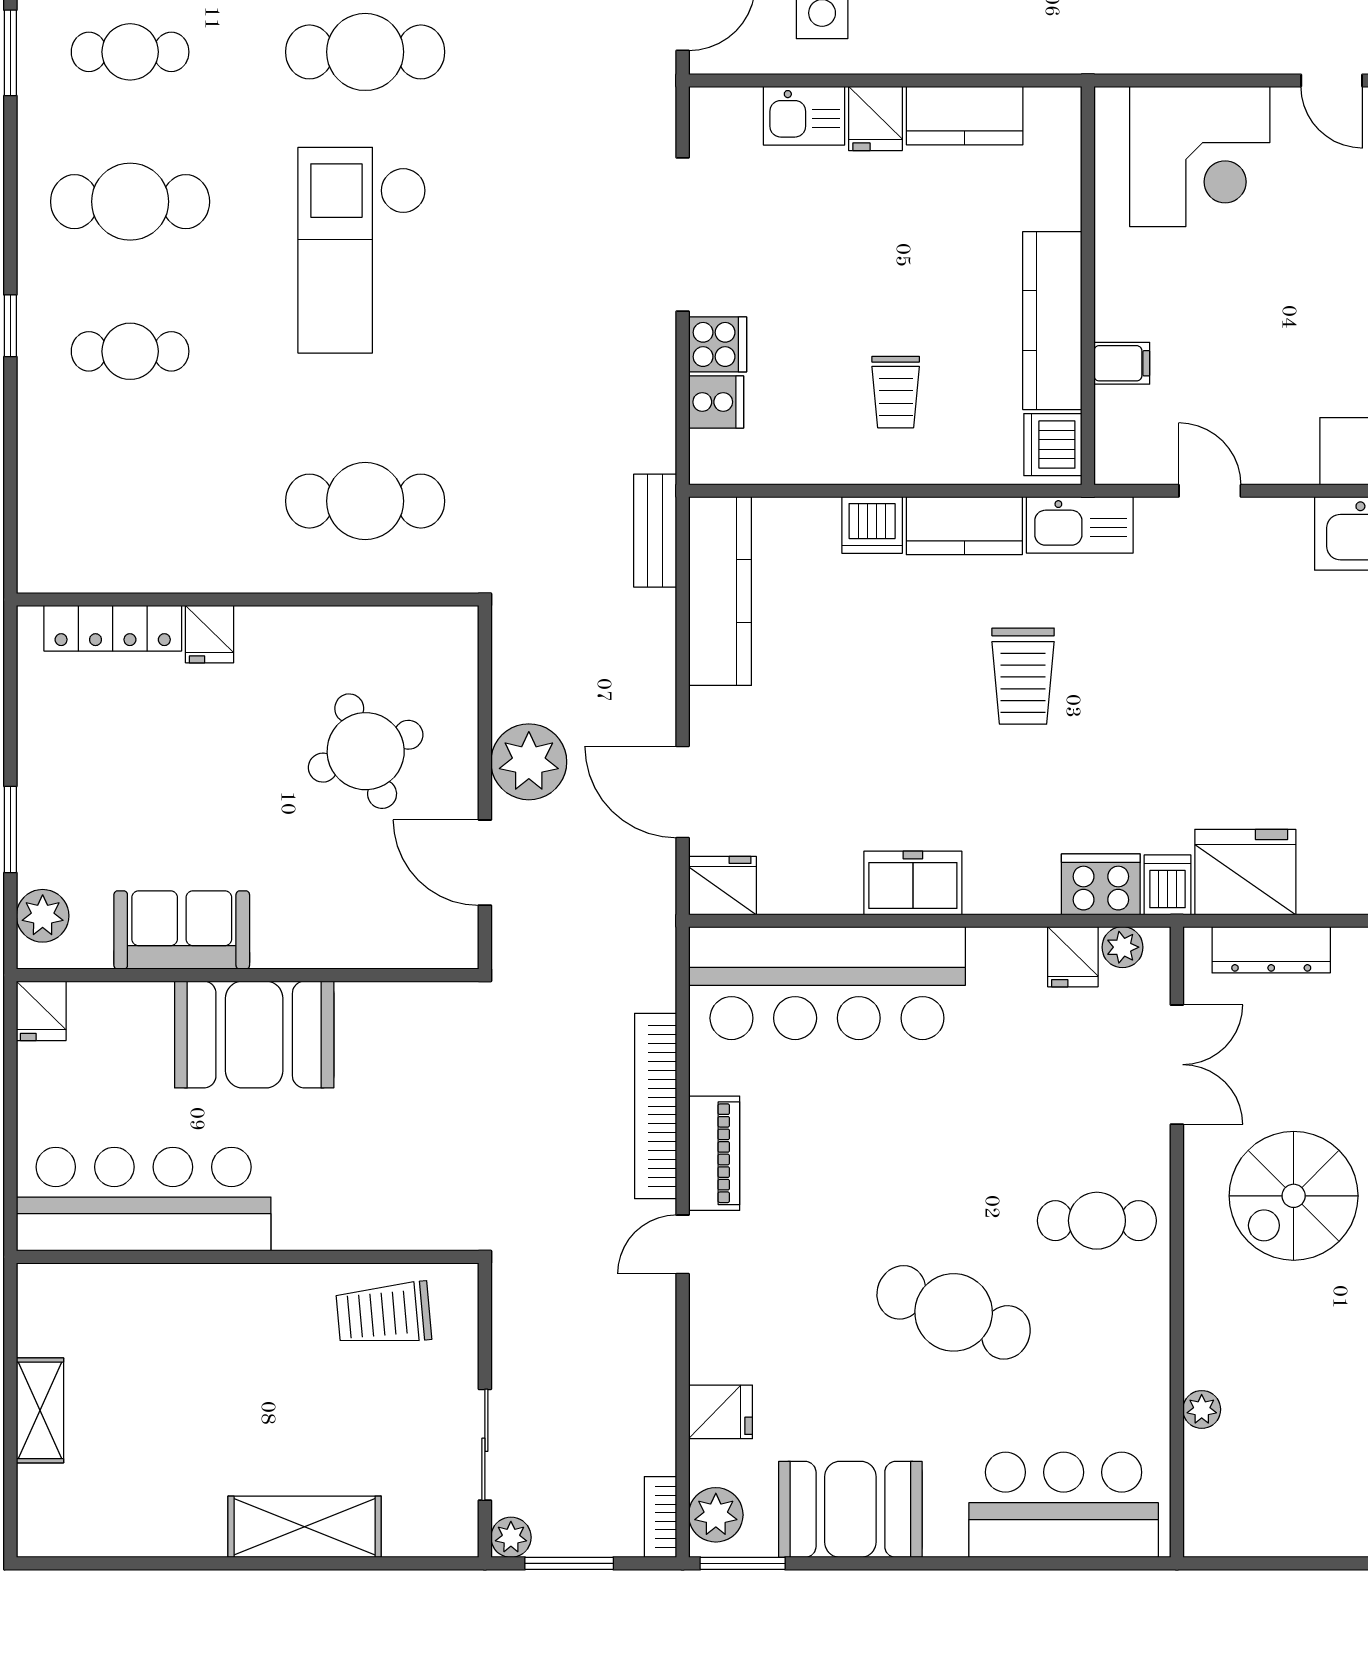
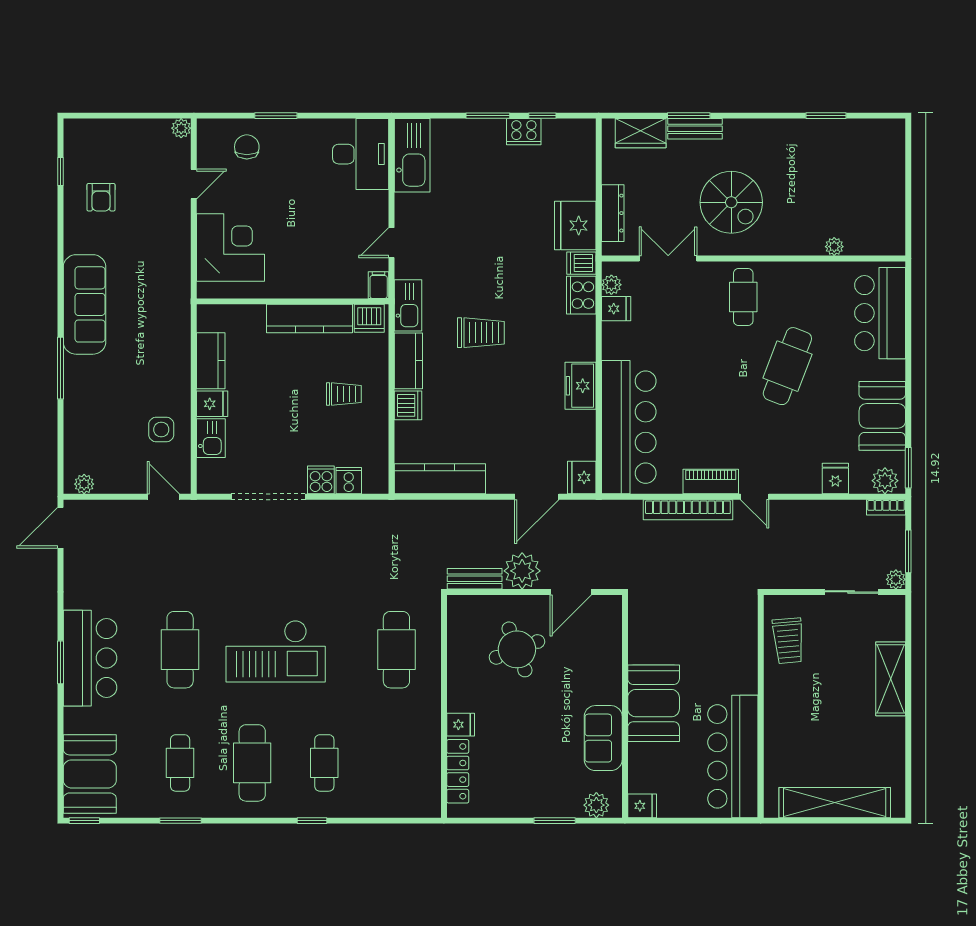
filing cabinet: (1122, 363) -> (379, 285), moved
bench: (655, 531) -> (475, 579), moved
shelving: (40, 1410) -> (835, 803), width x2.20, depth x1.33

